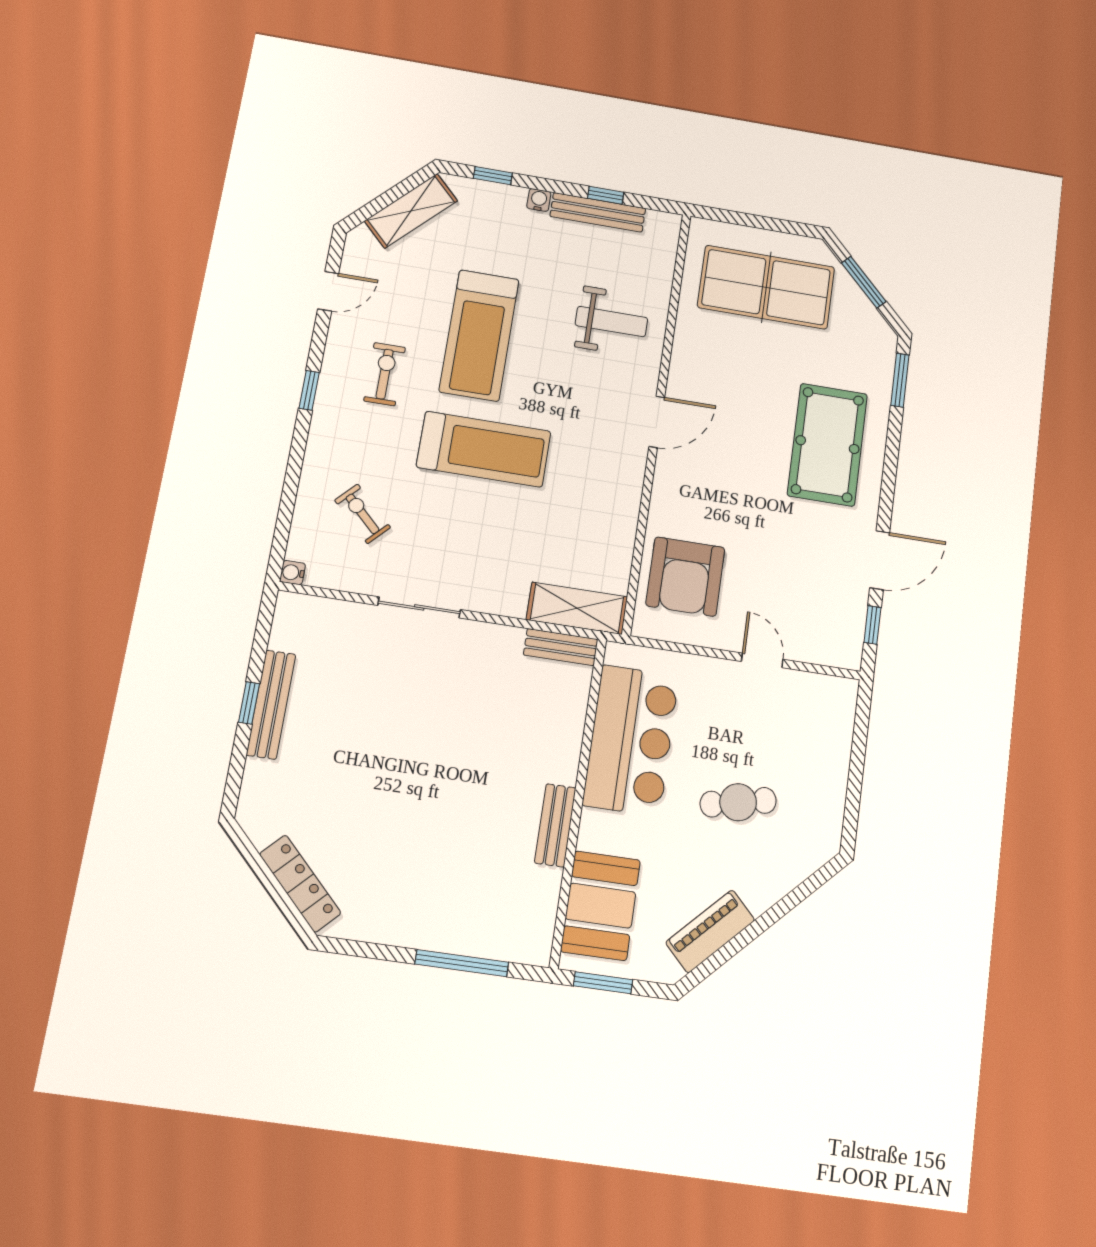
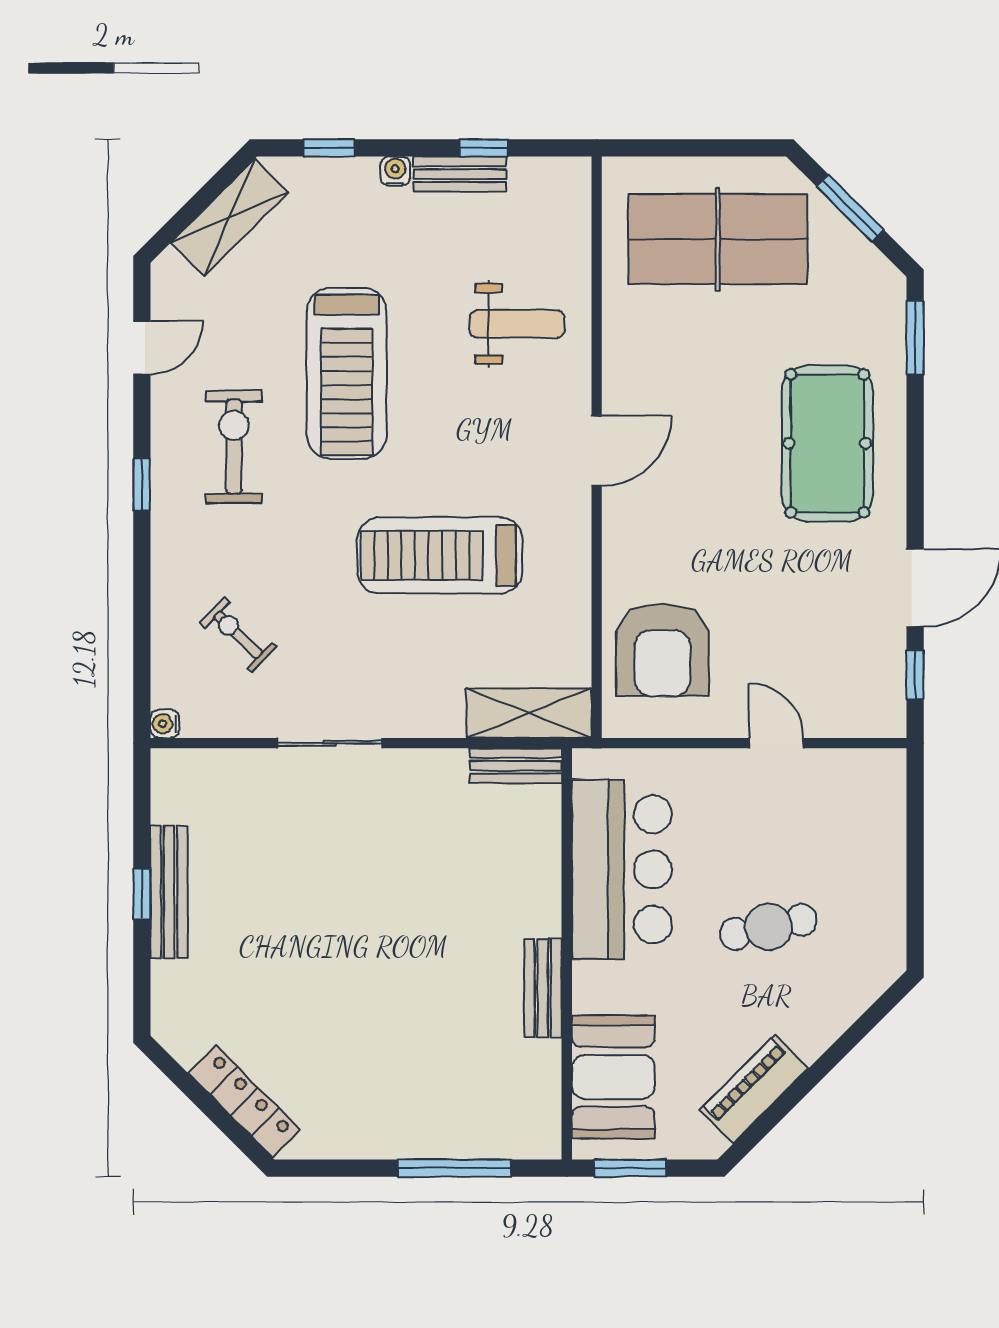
bench: (598, 212) -> (460, 174), width x0.73
exercise bike: (385, 374) -> (234, 447), width x1.38, depth x1.39
treadmill: (484, 449) -> (440, 555), moved, turned 180

